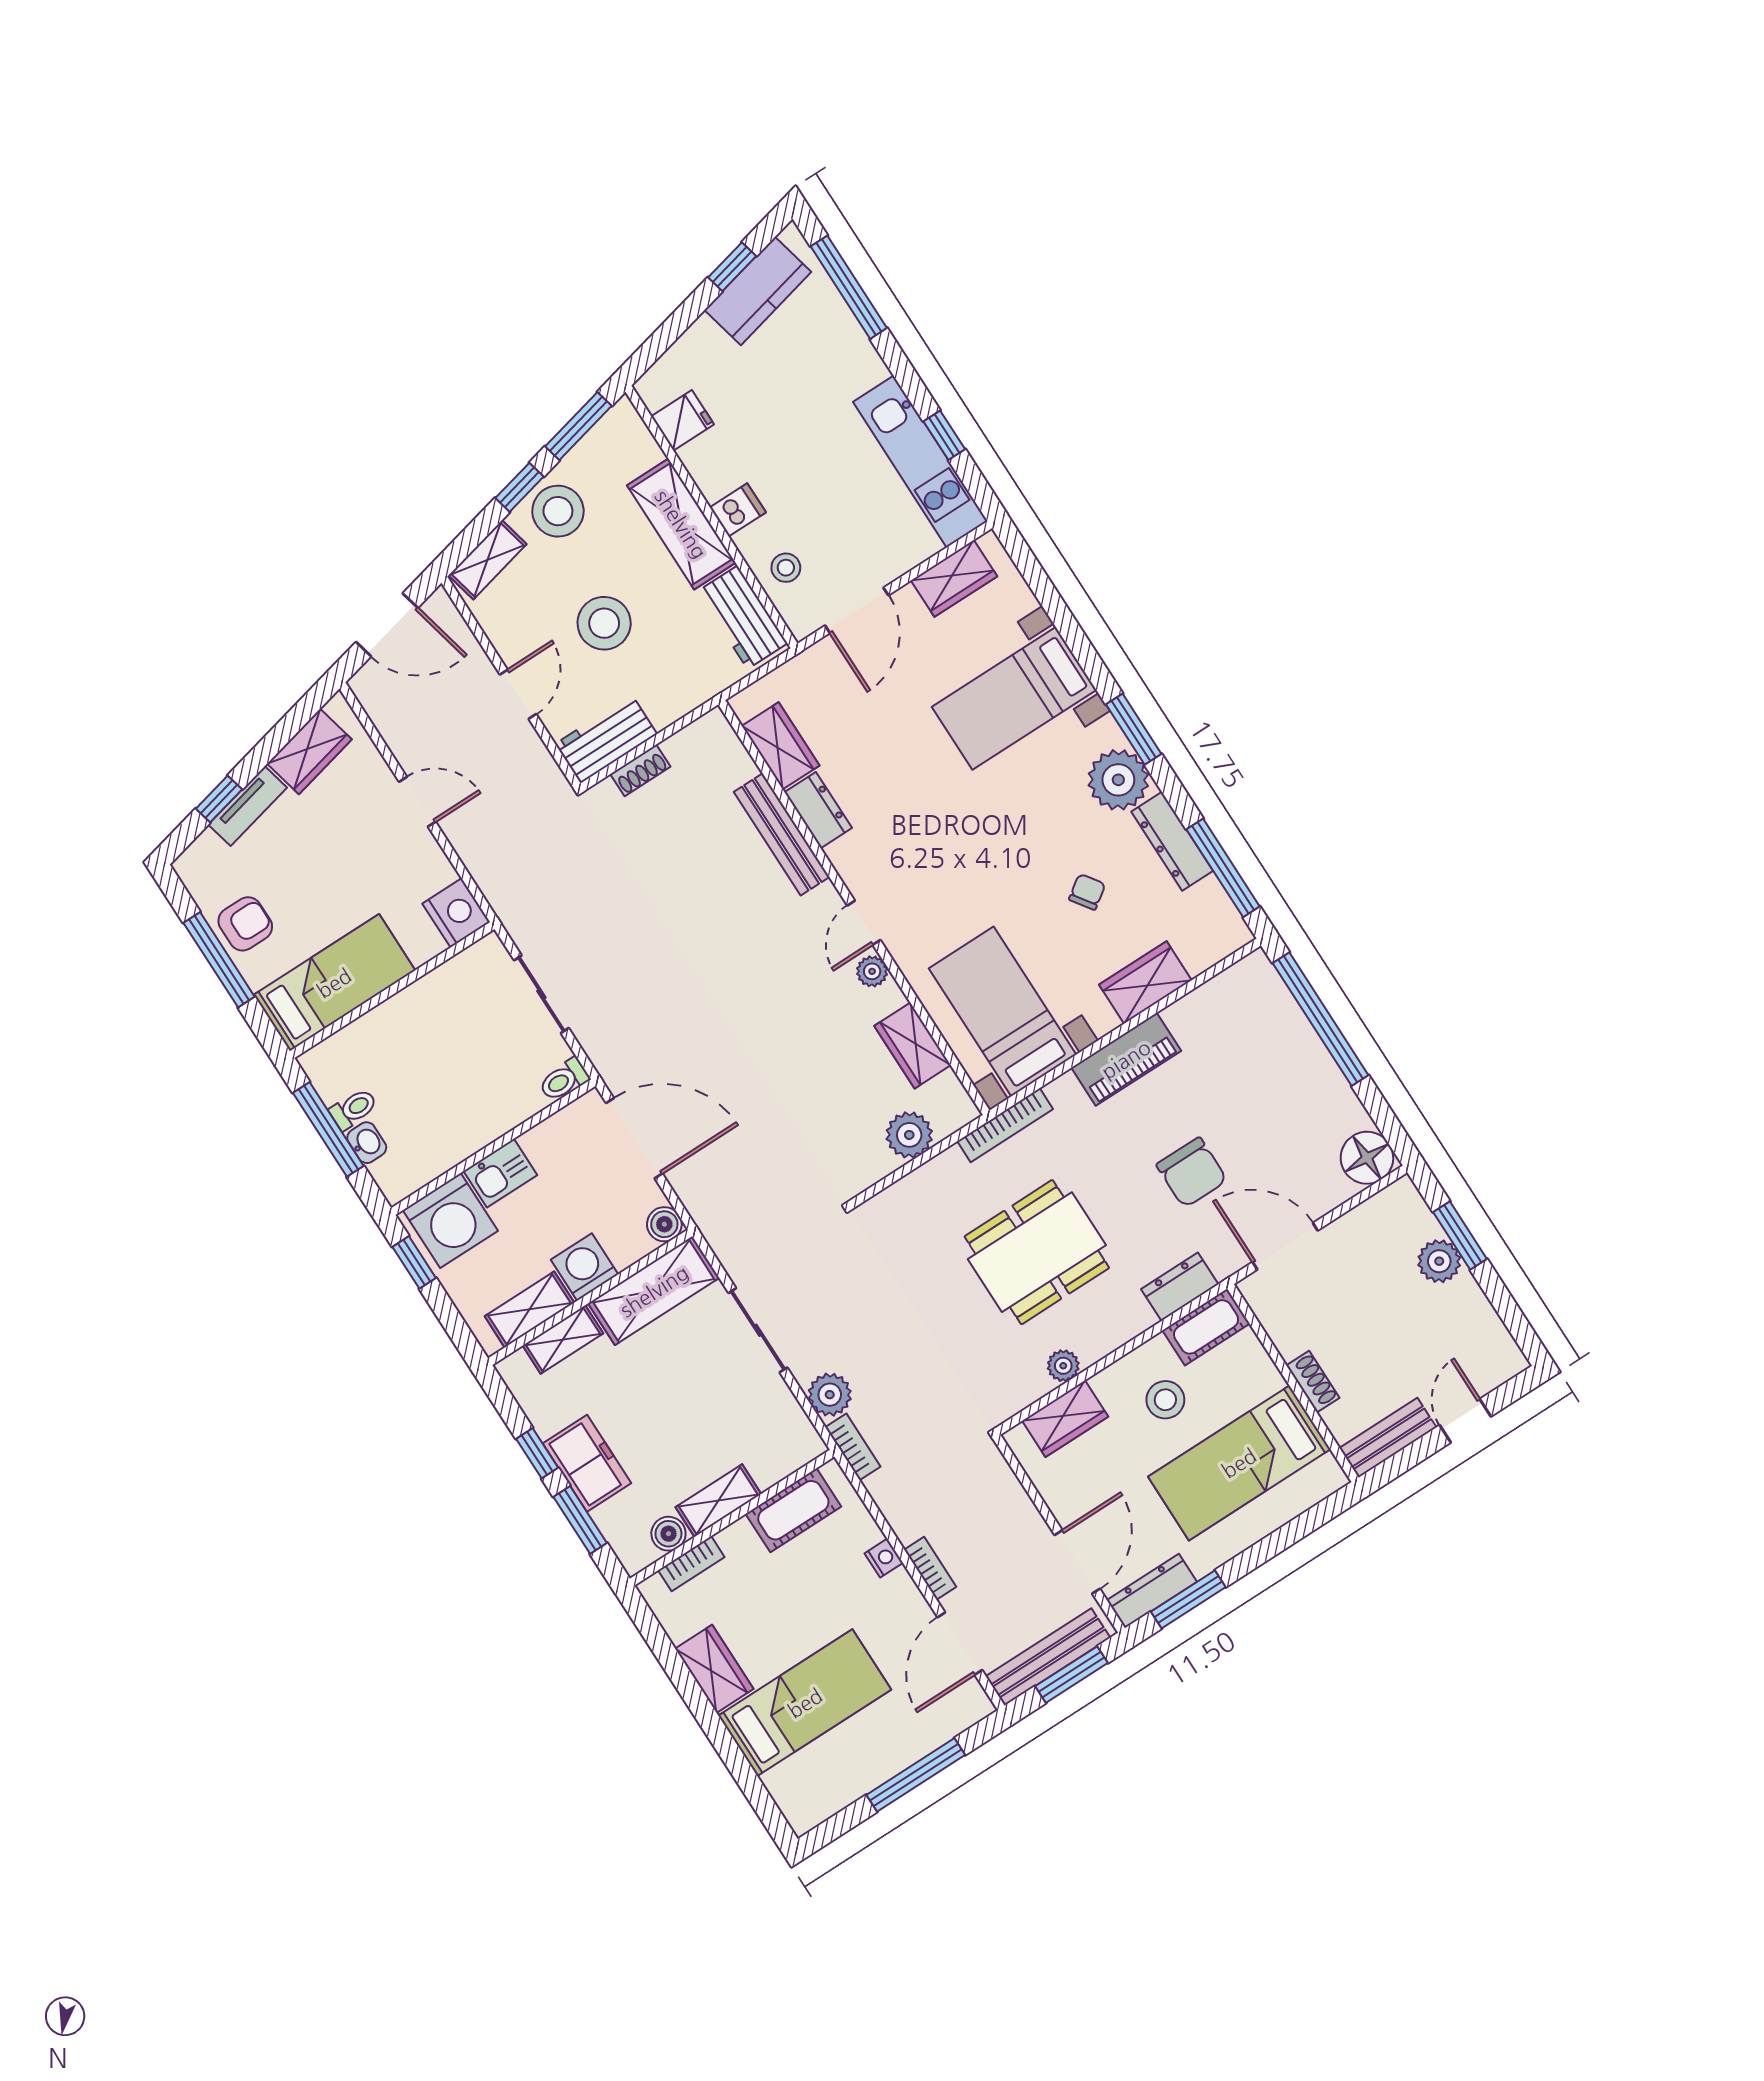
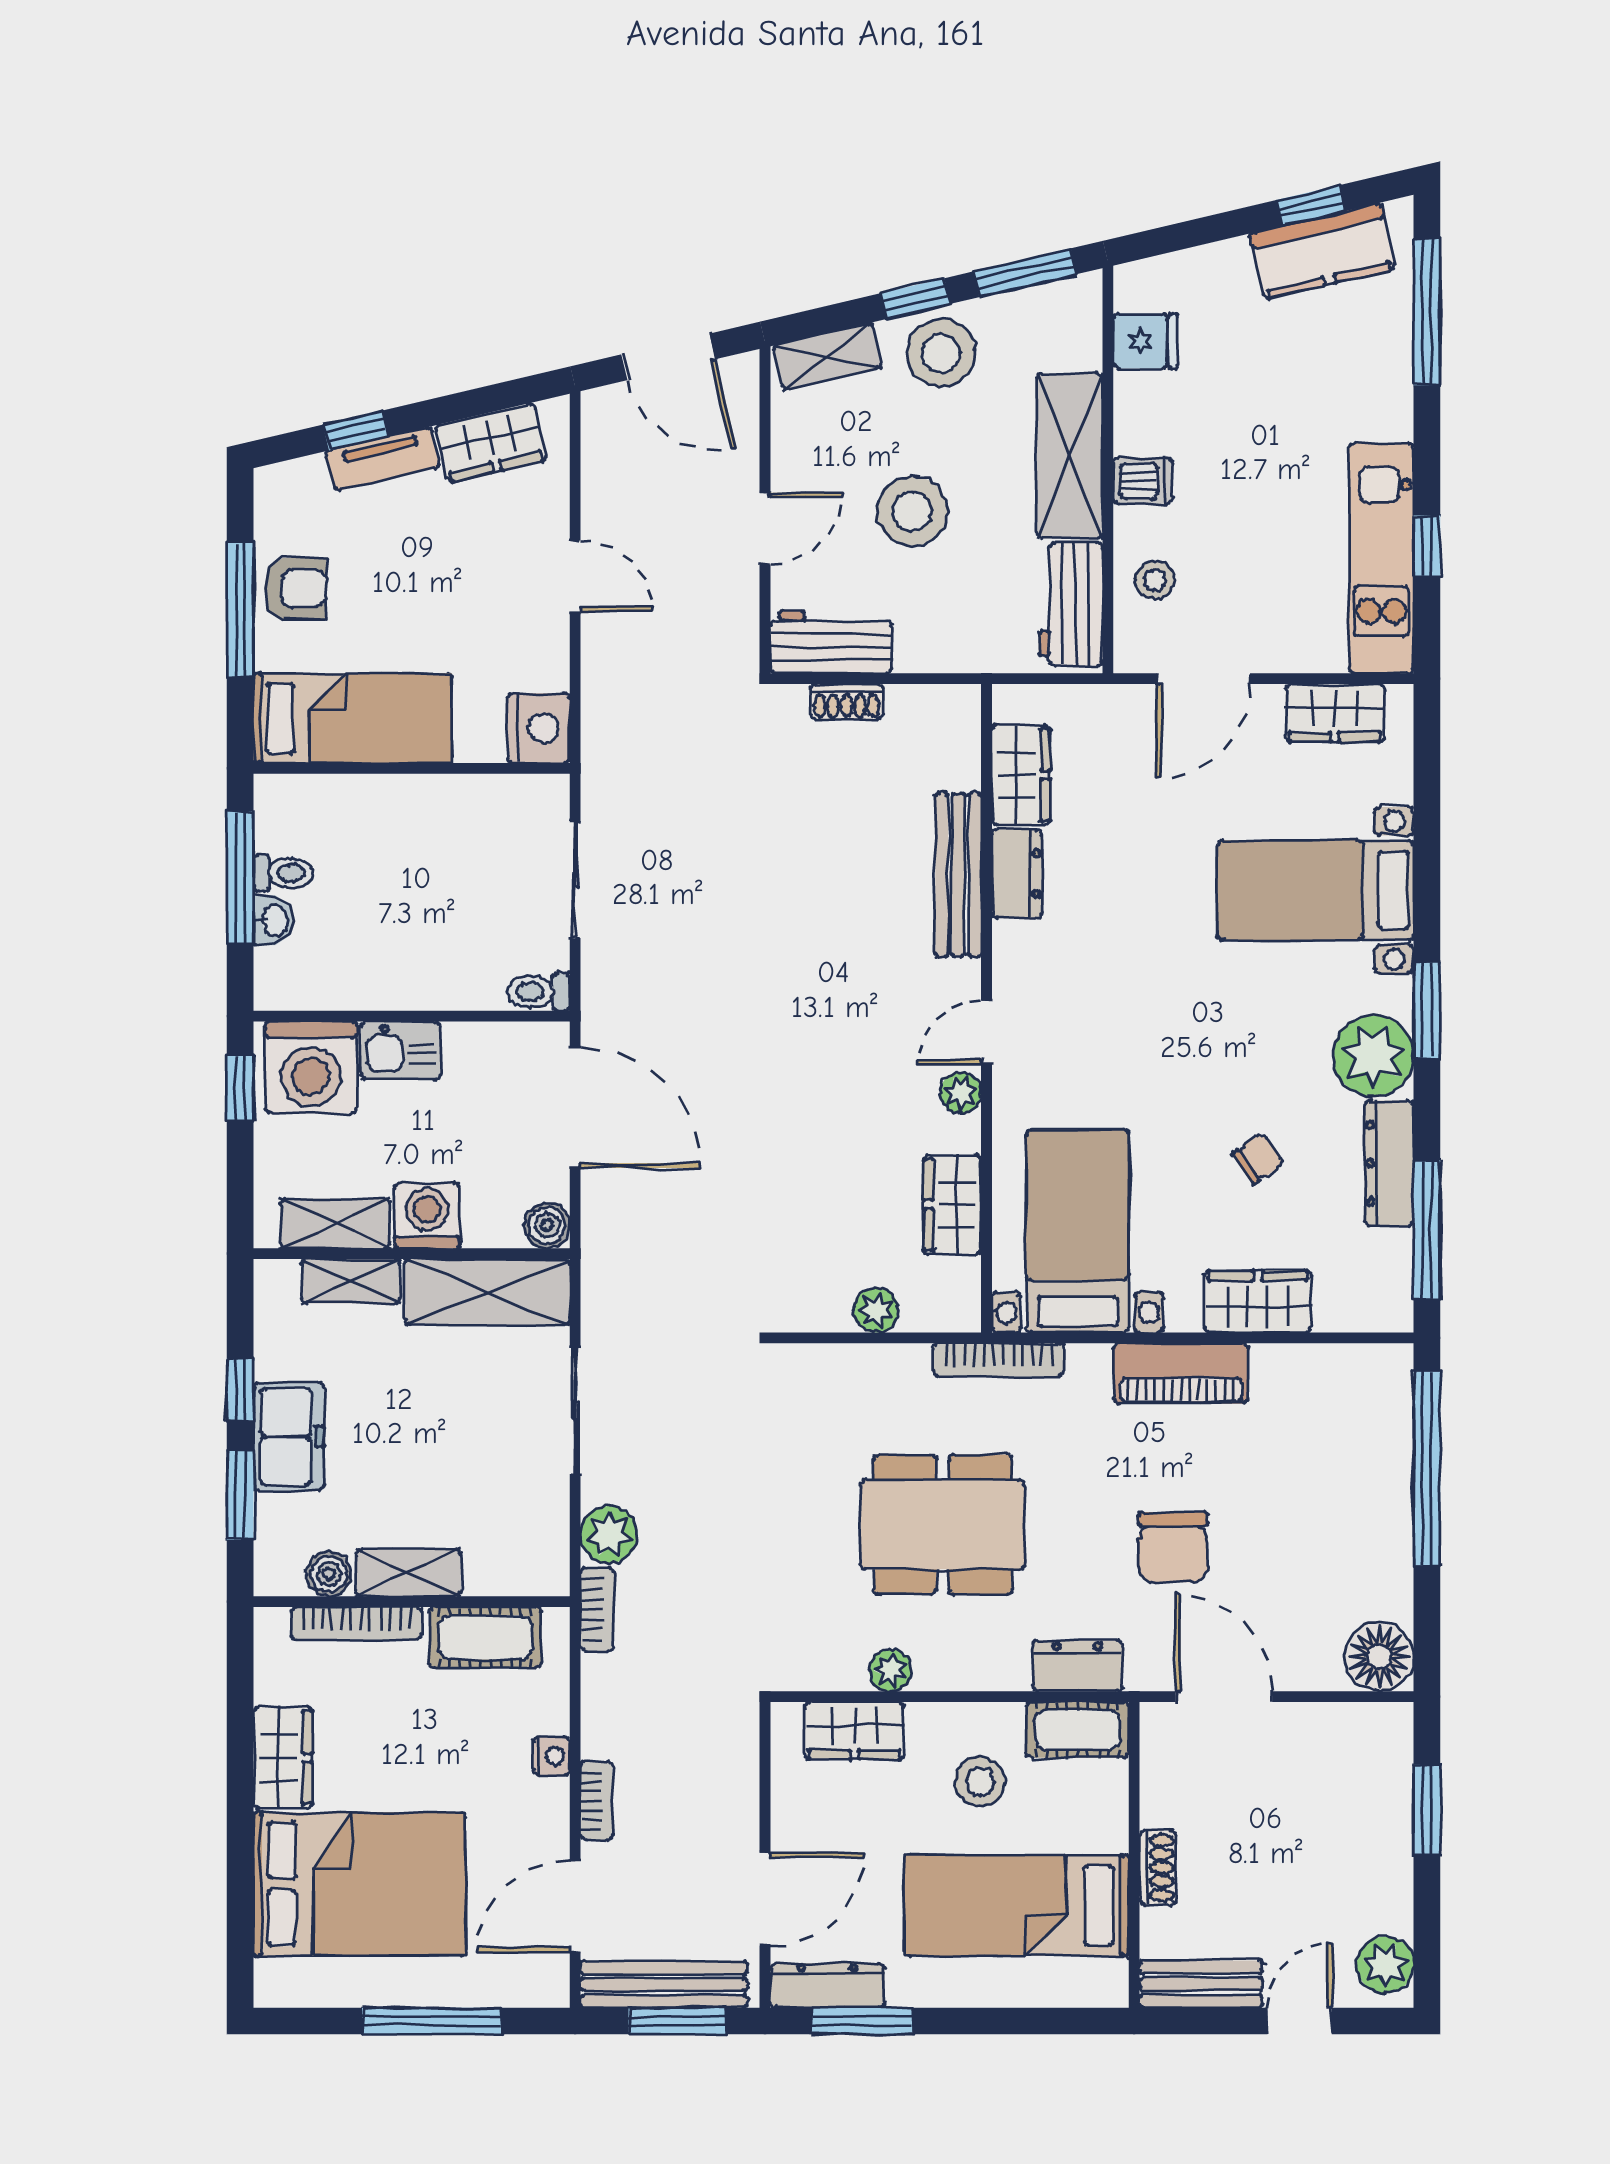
plant: (909, 1135) -> (876, 1310), width x0.73, depth x0.73
plant: (1439, 1261) -> (1385, 1965), moved
bookcase: (691, 1564) -> (356, 1624), width x1.56
bed: (805, 1703) -> (359, 1884), width x1.50

